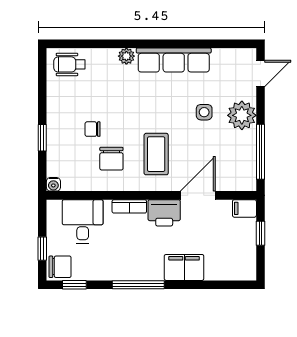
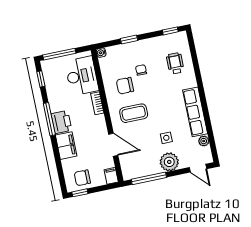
plant: (126, 56) -> (204, 141), moved
wheelchair: (69, 64) -> (175, 63), moved
window: (42, 72) -> (170, 31), added
printer: (164, 213) -> (61, 122), moved, turned 180
desk: (83, 221) -> (82, 76), width x1.37
window: (260, 233) -> (80, 193), moved
window: (42, 249) -> (59, 54), width x2.17
chair: (60, 267) -> (82, 178), moved, turned 90

